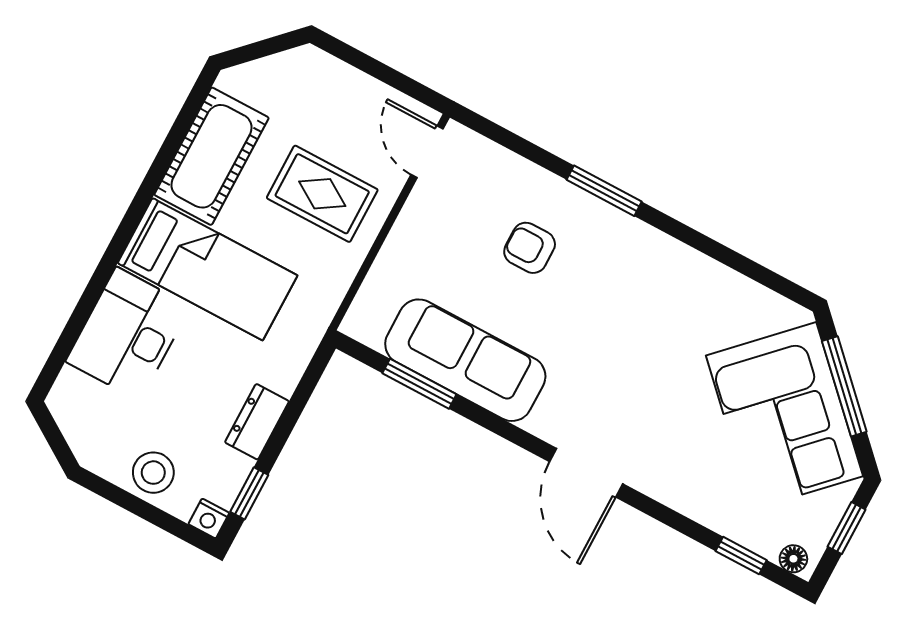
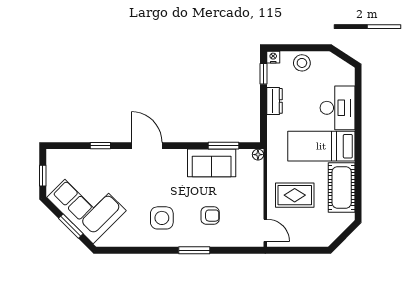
side table: (637, 298) -> (162, 218), added
sofa: (465, 360) -> (212, 163), width x0.73
window: (844, 386) -> (71, 226), width x0.69
window: (741, 556) -> (100, 146), moved
floor lamp: (793, 559) -> (258, 155), moved

